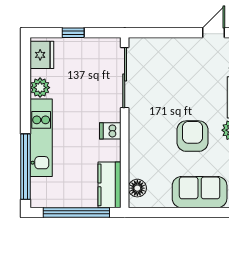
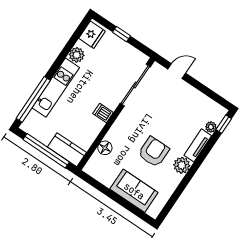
door: (214, 33) -> (177, 71), moved
kitchen counter: (109, 185) -> (67, 150), moved, turned 90
floor lamp: (137, 188) -> (105, 148), moved

